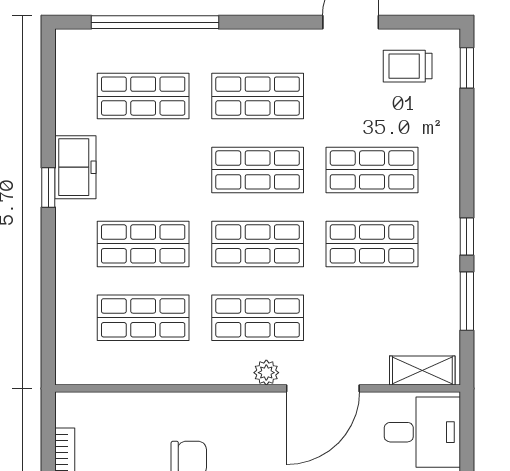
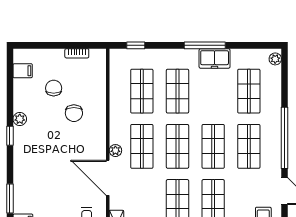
window: (155, 22) -> (284, 138), moved
plant: (76, 41) -> (275, 59), added
window: (48, 188) -> (205, 45), width x2.17
window: (48, 330) -> (136, 45), added

